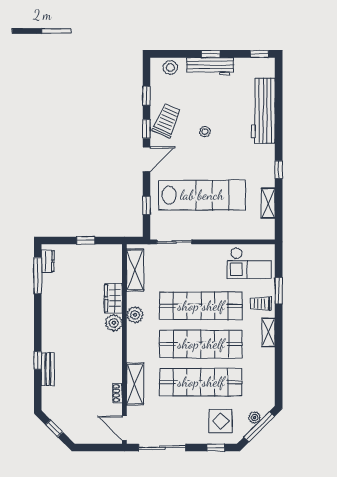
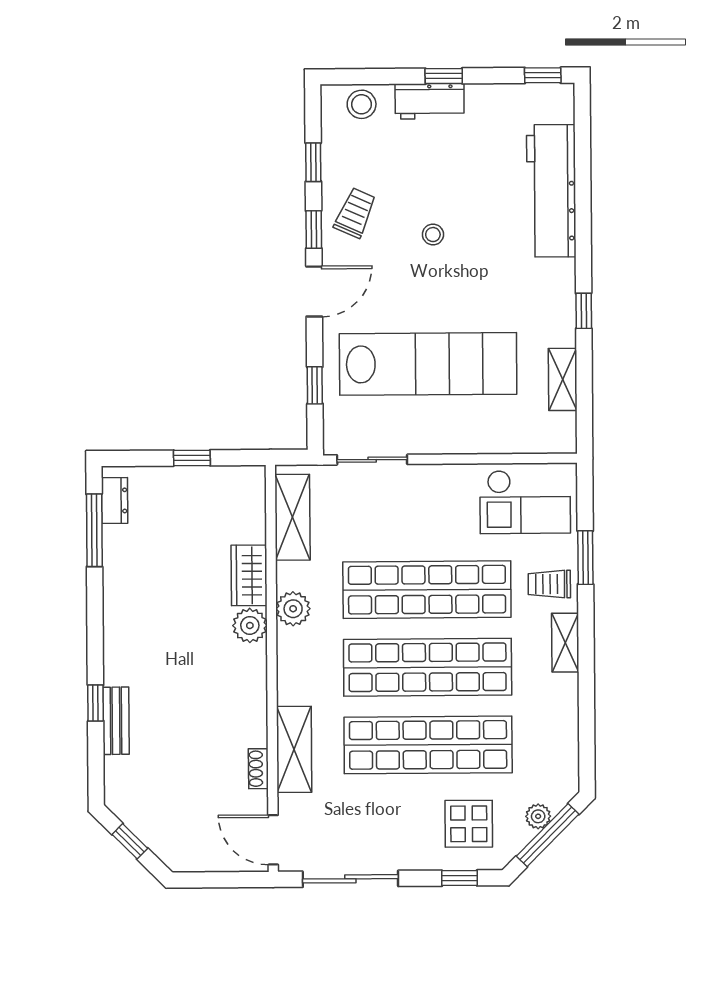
workbench: (210, 66) -> (430, 101), width x0.73
trolley: (167, 121) -> (355, 213), width x0.73, depth x0.72

